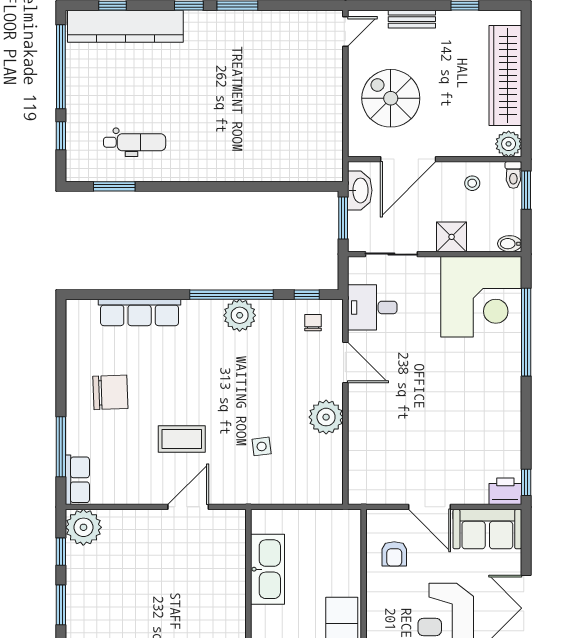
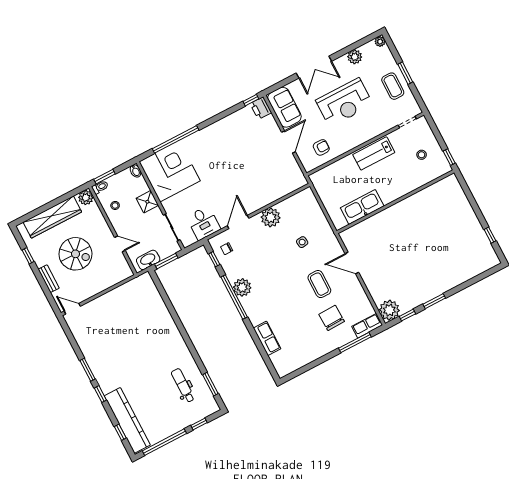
spiral stairs: (391, 98) -> (75, 254), moved, turned -90
door: (408, 159) -> (120, 244), width x0.53
row of seats: (140, 312) -> (267, 338), width x0.68
chair: (110, 392) -> (332, 318), moved

